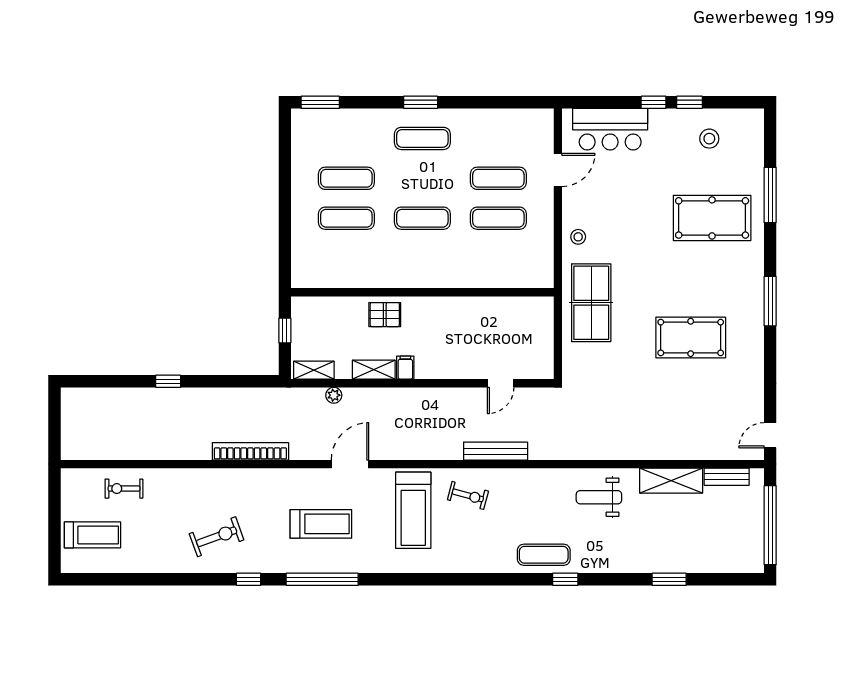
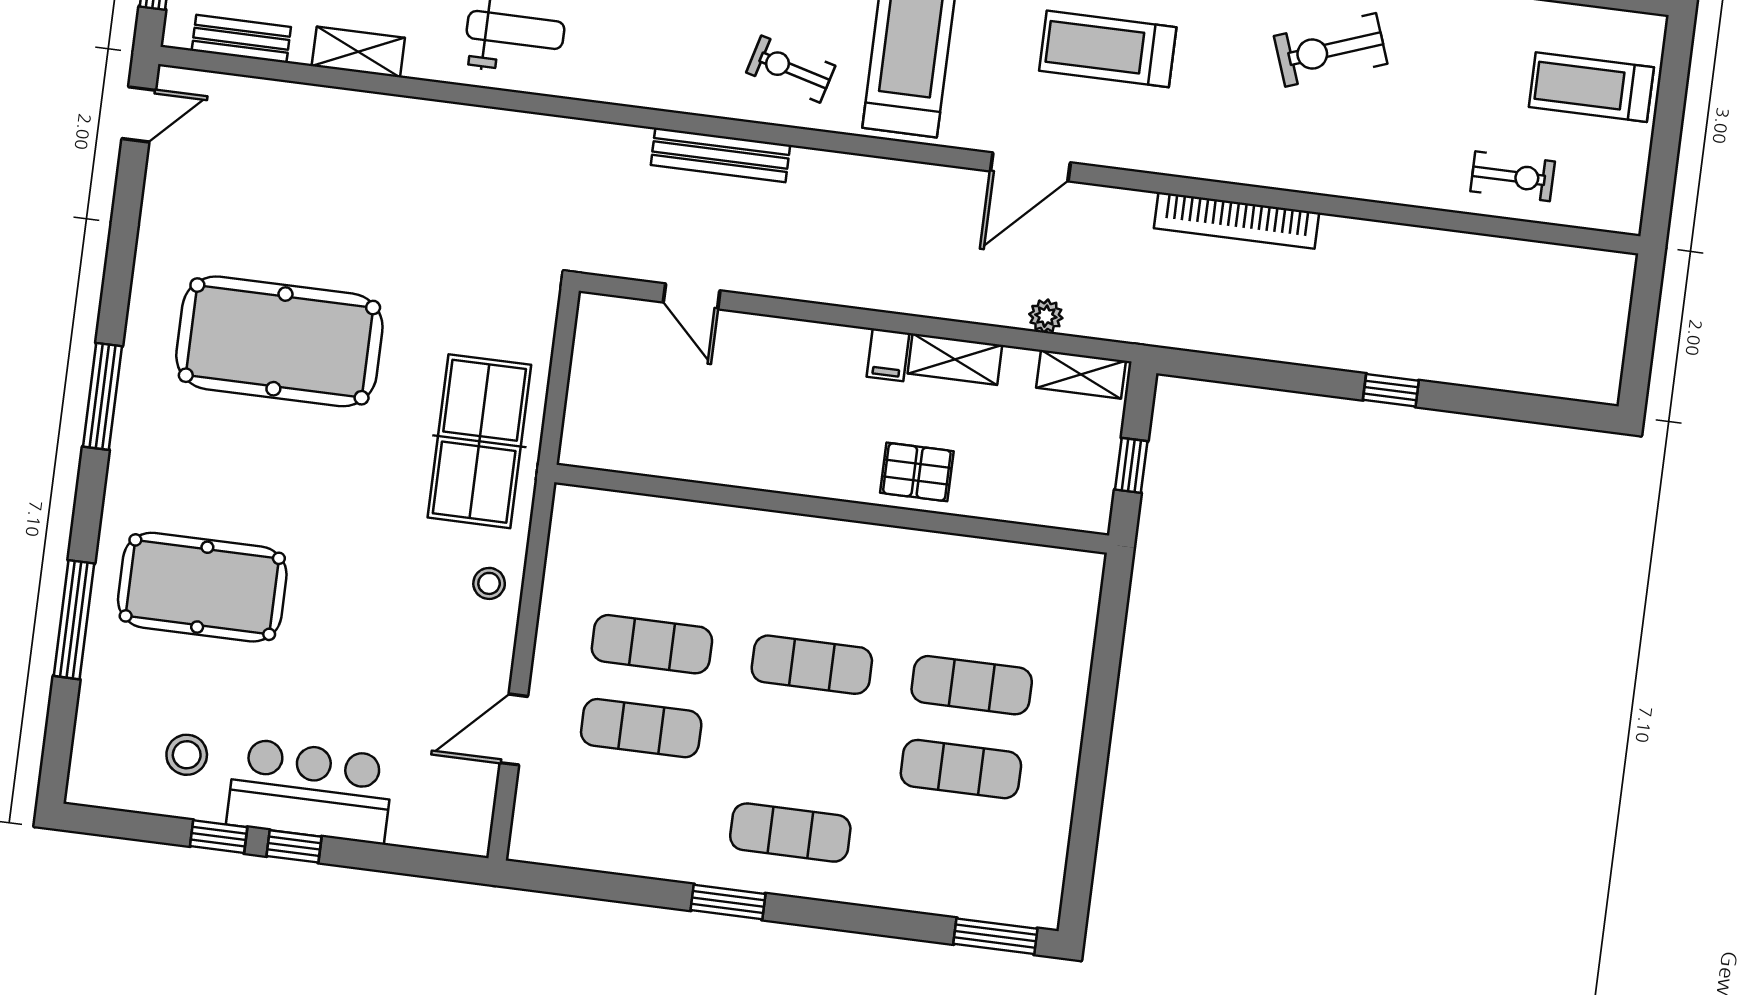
window: (421, 102) -> (728, 902), moved
bar counter: (610, 129) -> (310, 791), moved
pool table: (691, 337) -> (279, 341), width x1.36, depth x1.32
door: (501, 383) -> (692, 296), swing flipped
shelving: (671, 481) -> (358, 52), width x0.67, depth x0.75

